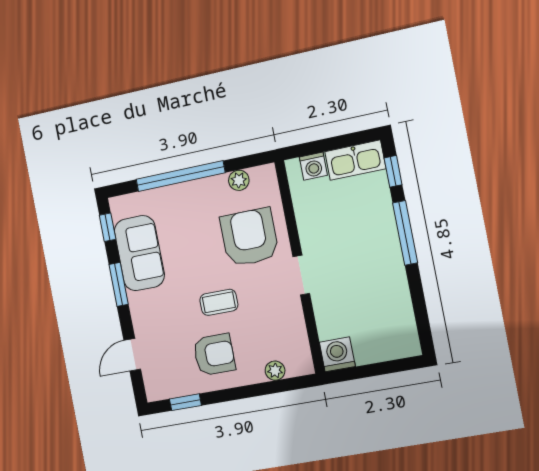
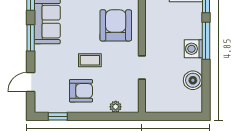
doorway: (301, 275) -> (142, 68), moved
boiler: (396, 304) -> (193, 80), added
washing machine: (337, 354) -> (193, 49), moved, turned -90

